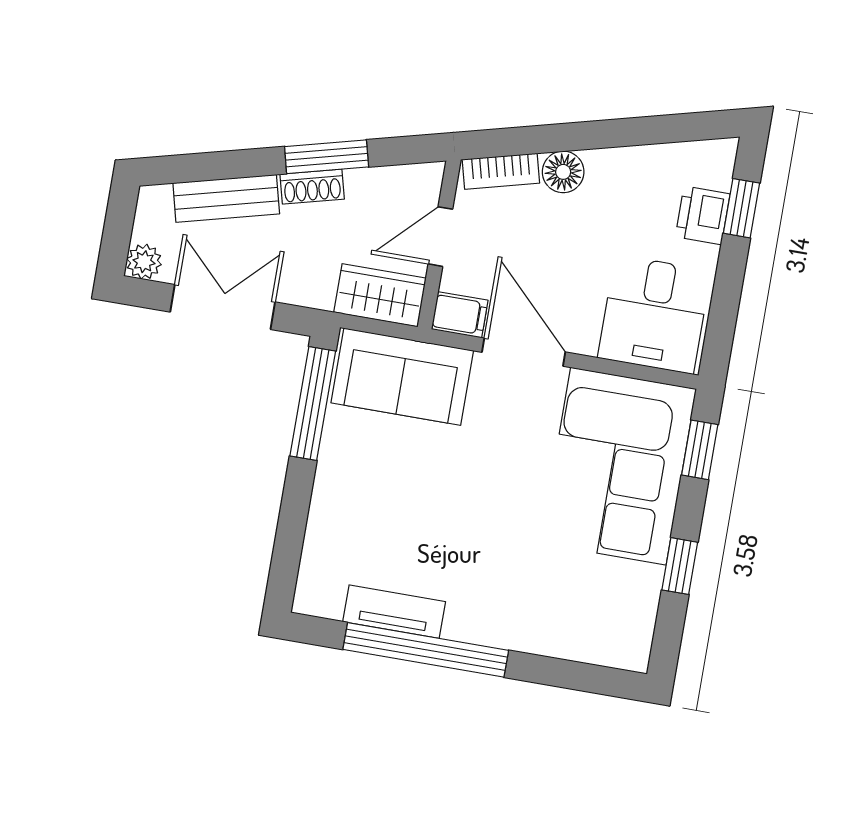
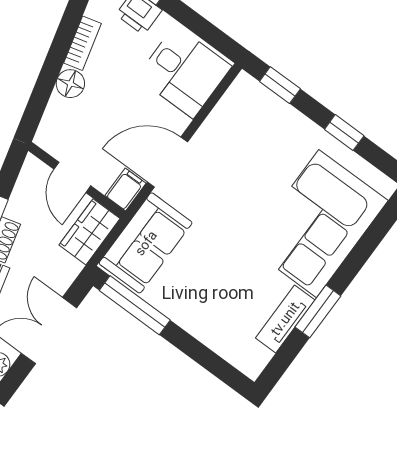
bookcase: (501, 171) -> (82, 43), moved
corner sofa: (618, 466) -> (318, 224), moved, turned 90
window: (426, 650) -> (318, 311), width x0.47

